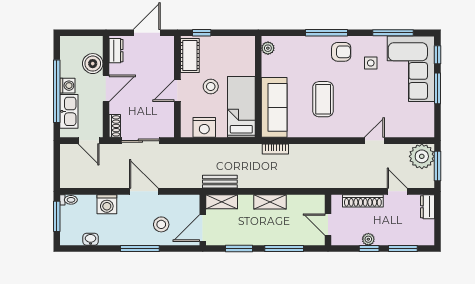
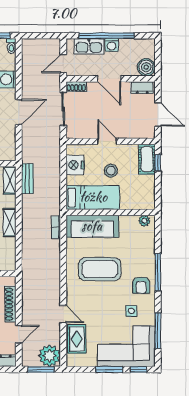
cot: (190, 55) -> (147, 159), moved, turned 90
boiler: (93, 64) -> (146, 67), moved
coffee table: (323, 99) -> (100, 269), width x1.36, depth x1.32
rug: (403, 125) -> (77, 339), added

